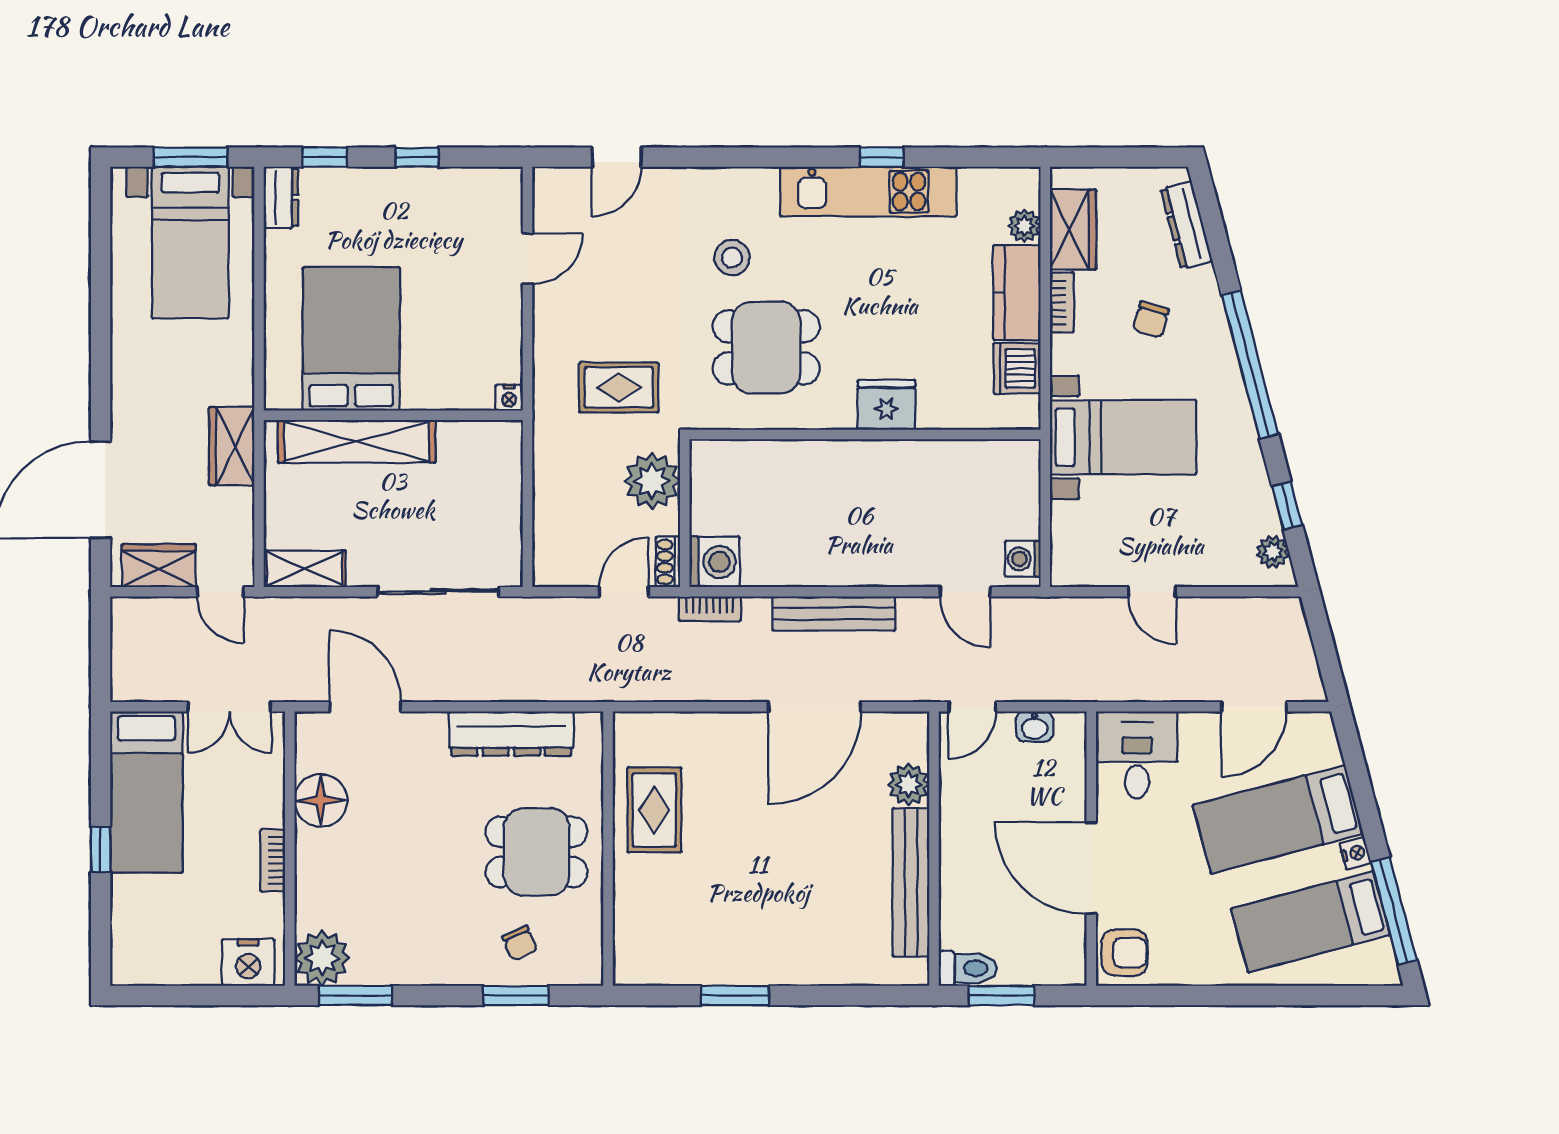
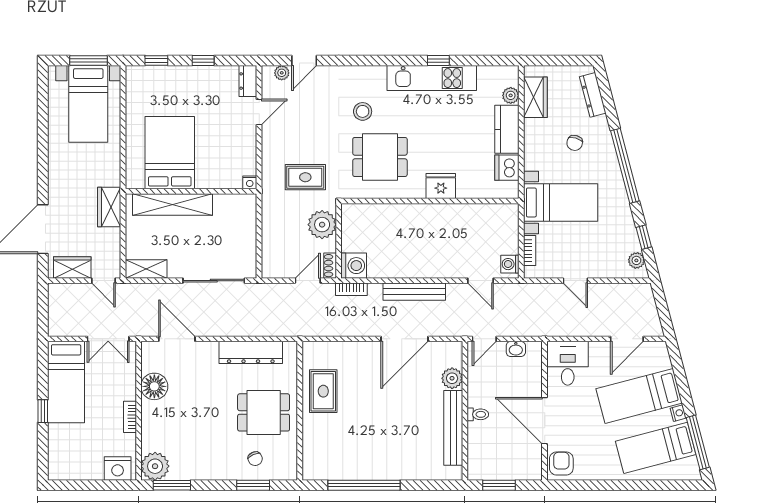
plant: (572, 181) -> (282, 73), added
dresser: (281, 197) -> (248, 81), moved, turned 180
bookcase: (1062, 302) -> (530, 251), moved
armchair: (1124, 953) -> (561, 463), turned -90
toilet: (968, 968) -> (478, 414), moved, width x0.73, depth x0.72
window: (735, 996) -> (364, 485), width x2.11

